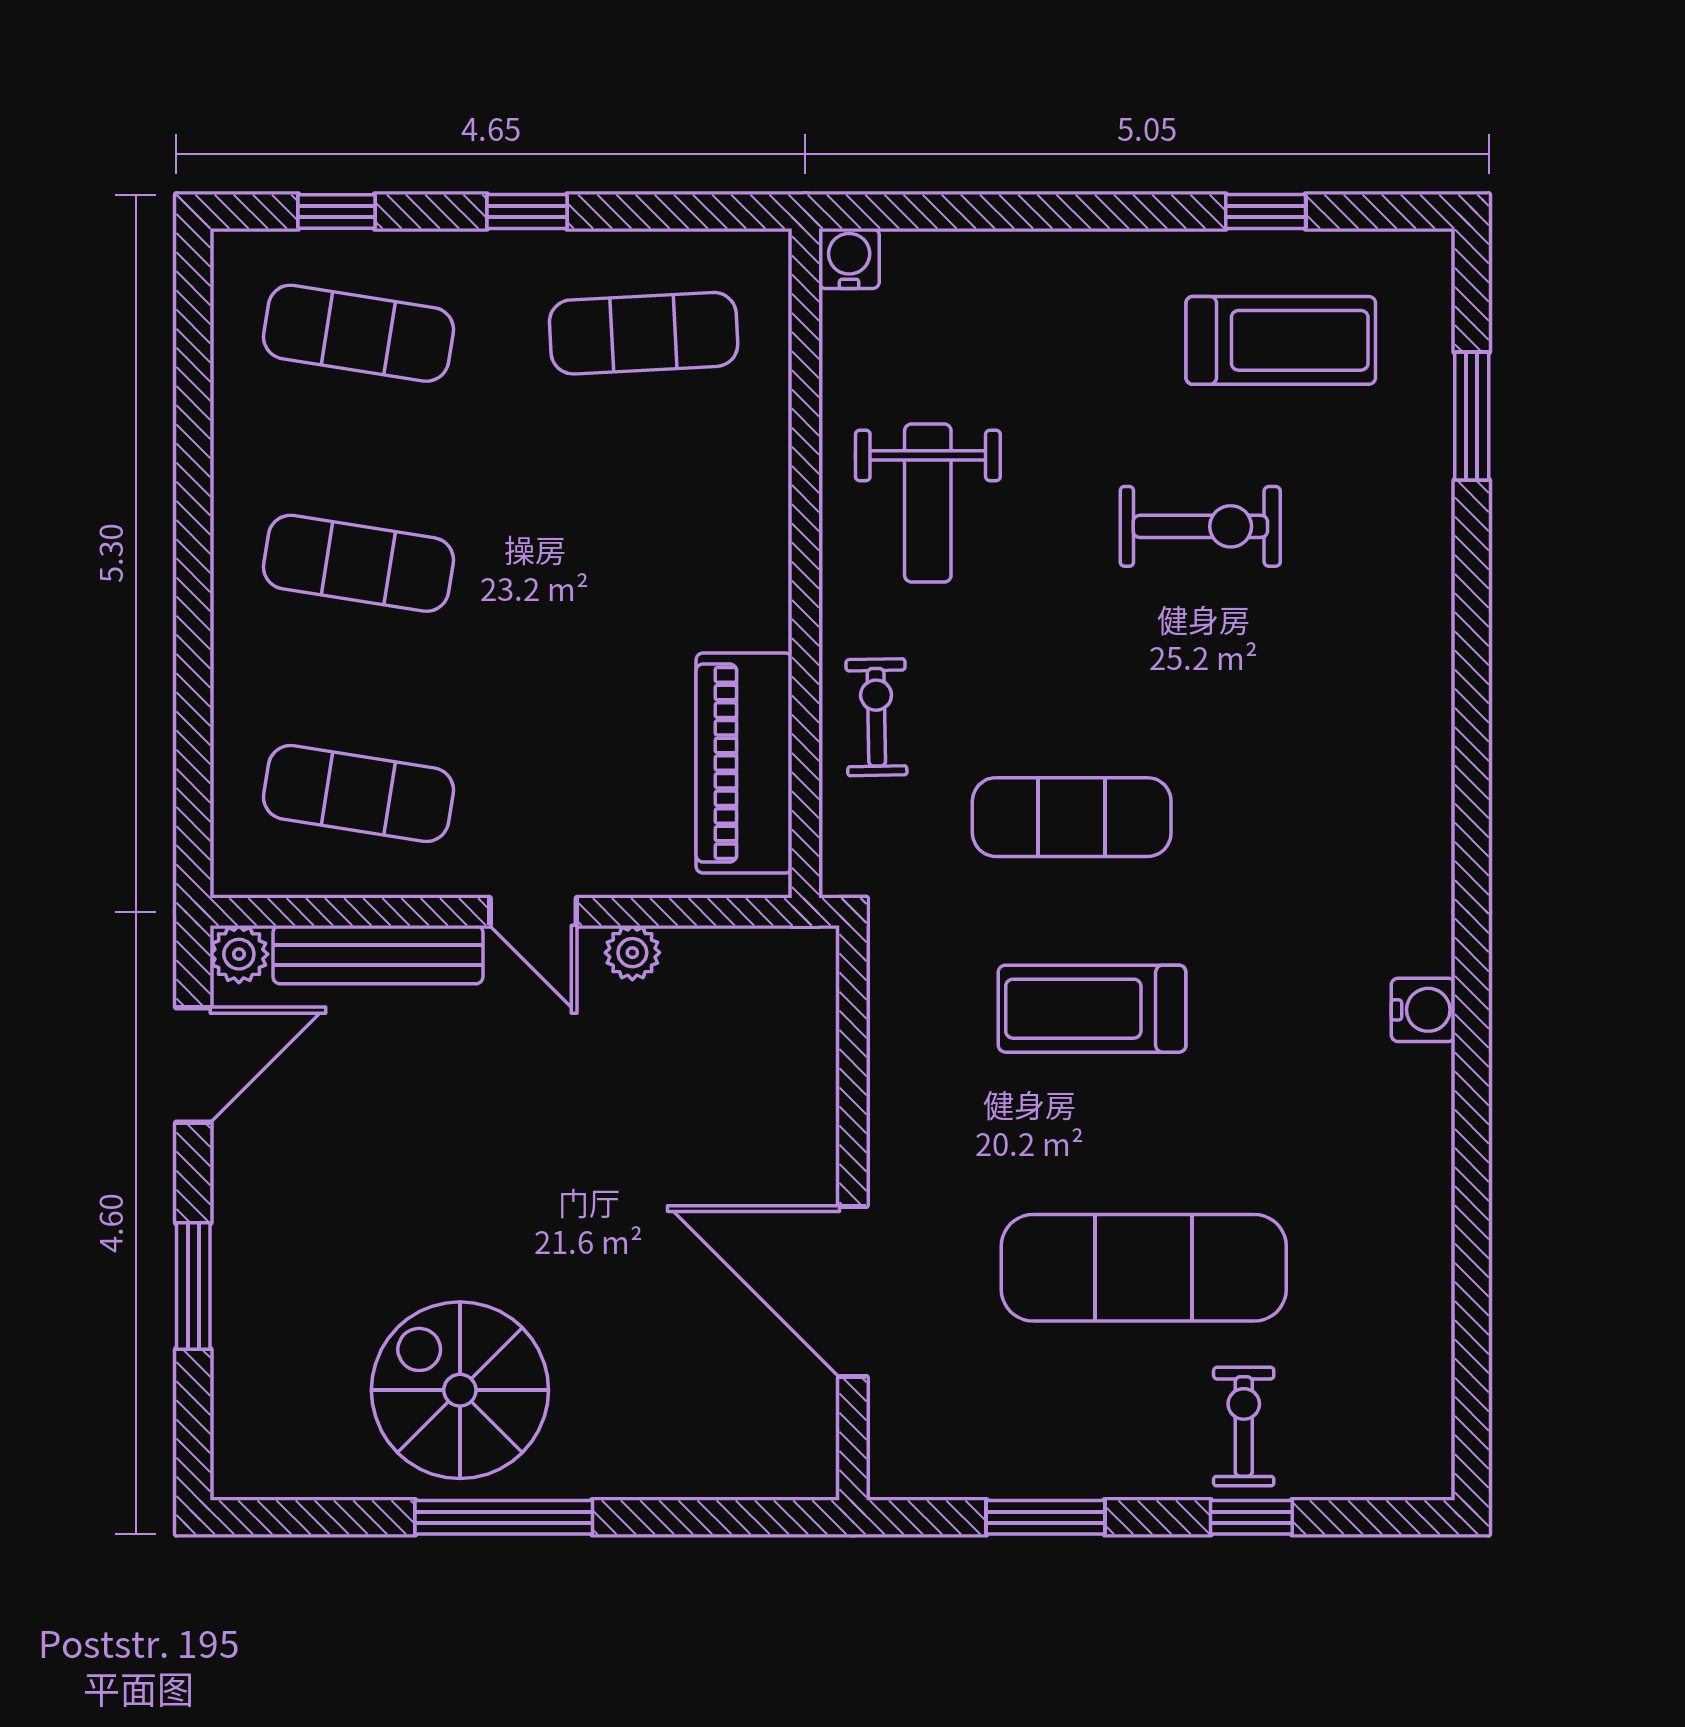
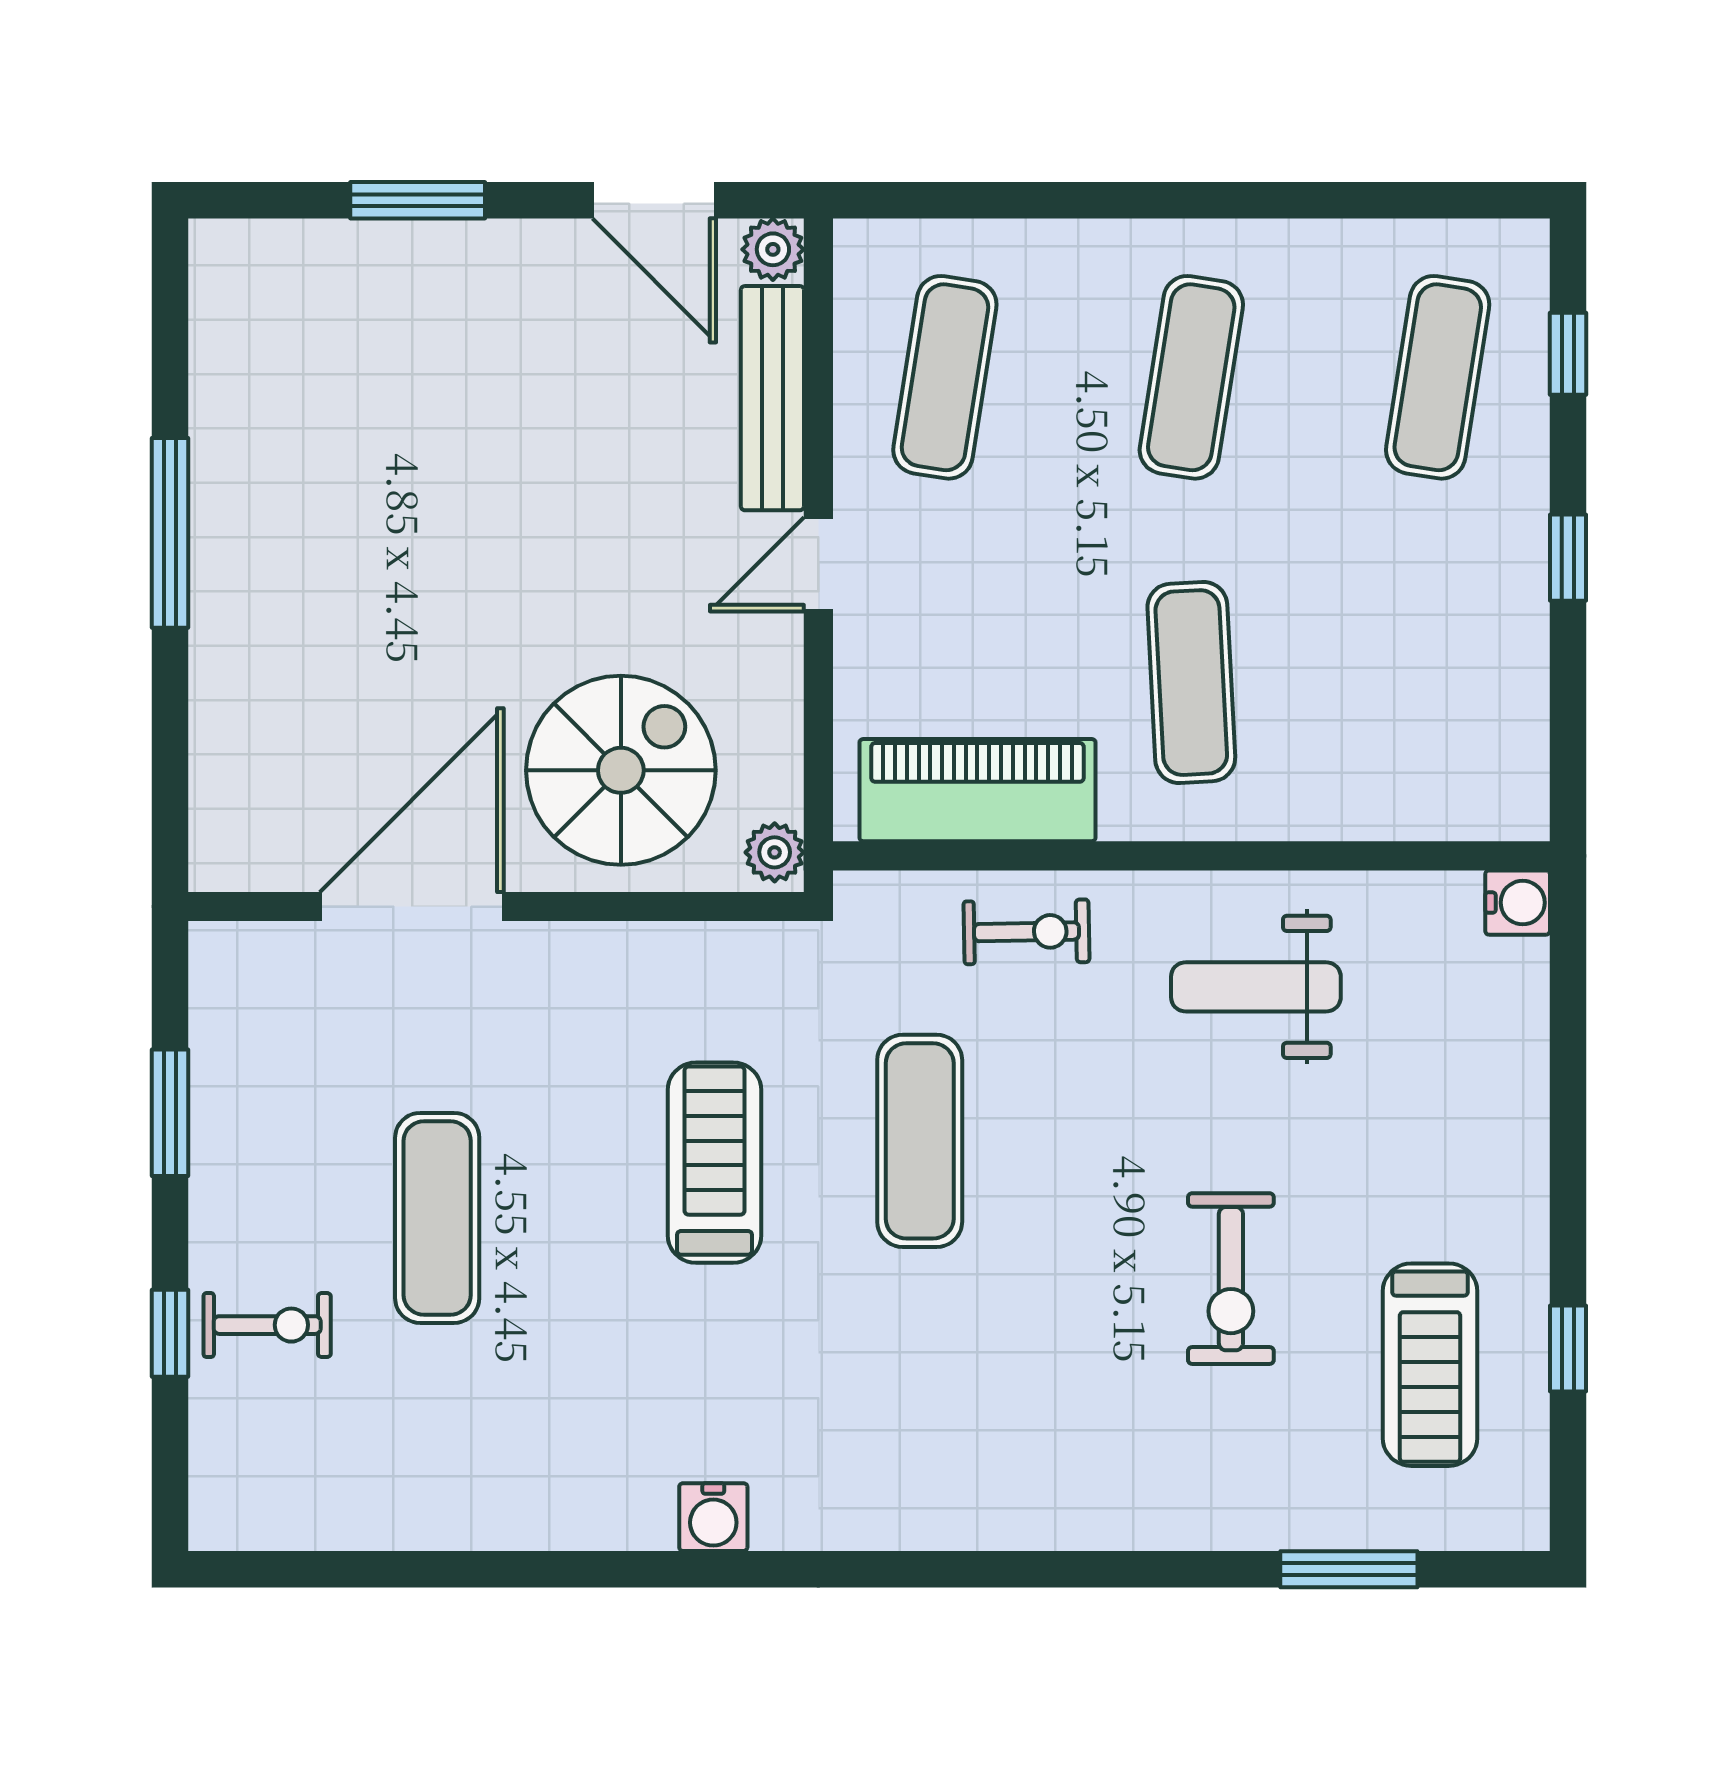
exercise mat: (644, 333) -> (1191, 683), moved
plant: (632, 953) -> (775, 852), moved
exercise mat: (1144, 1268) -> (437, 1218), width x0.73, depth x0.69
spiral stairs: (460, 1390) -> (621, 770), moved

